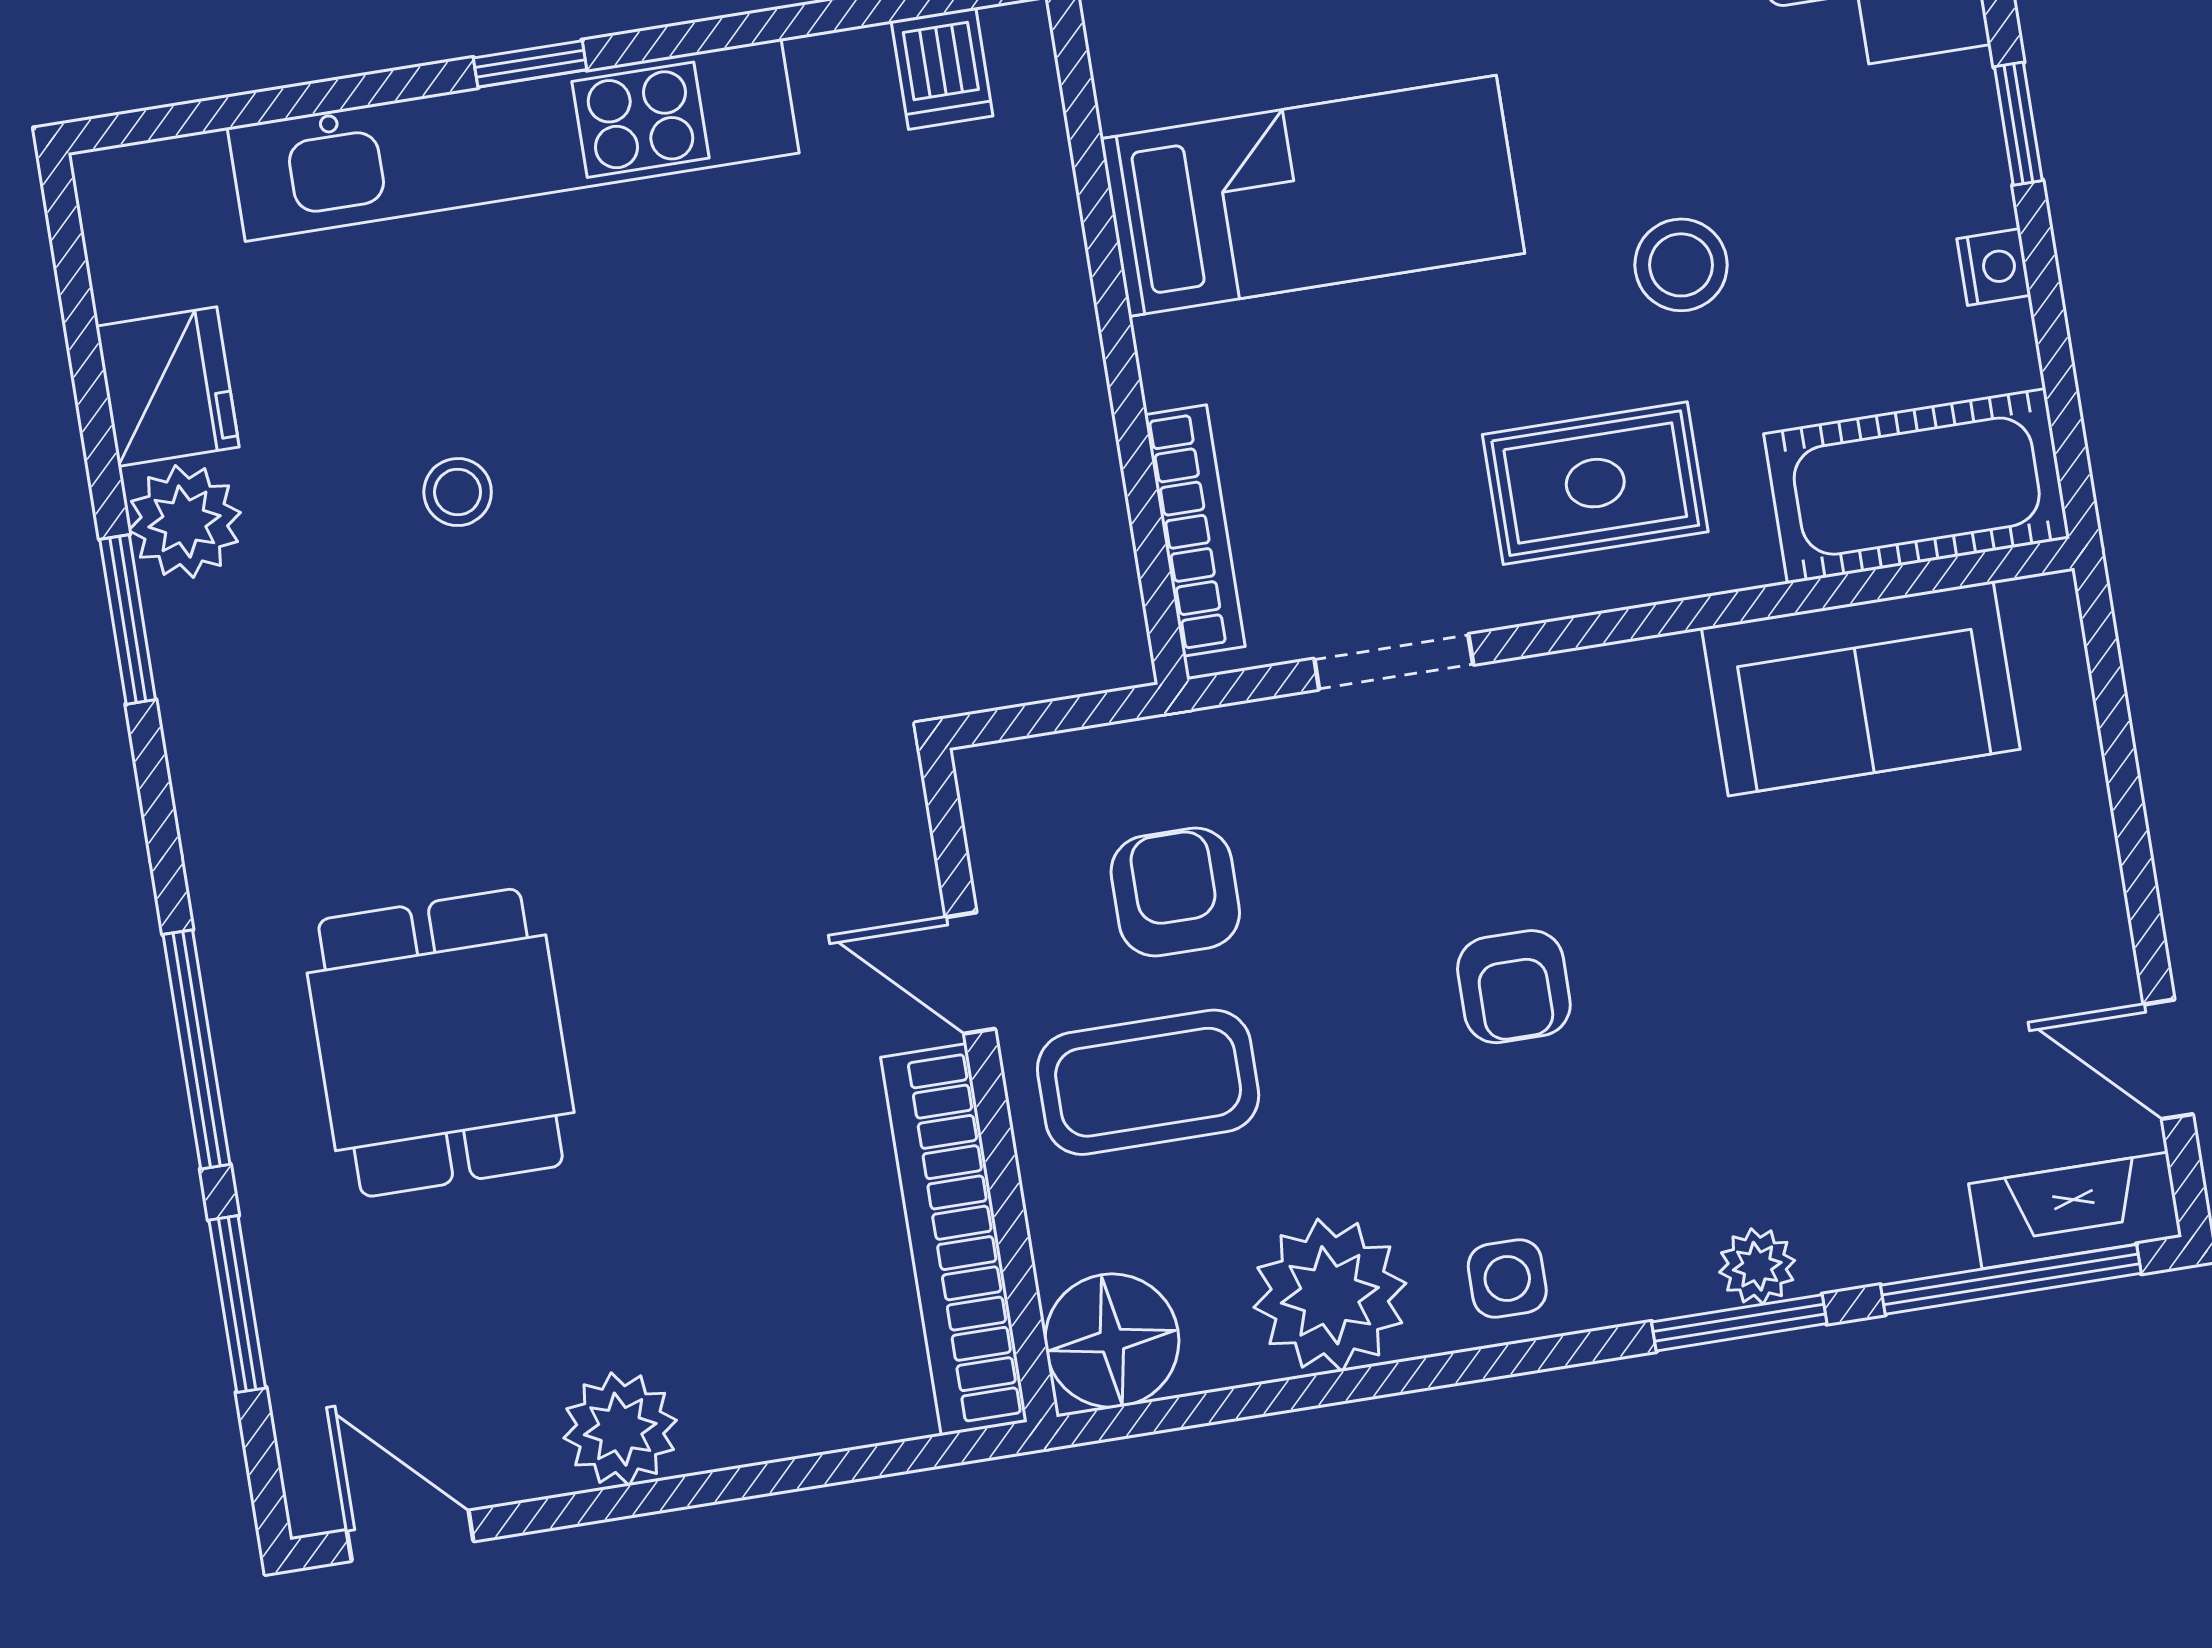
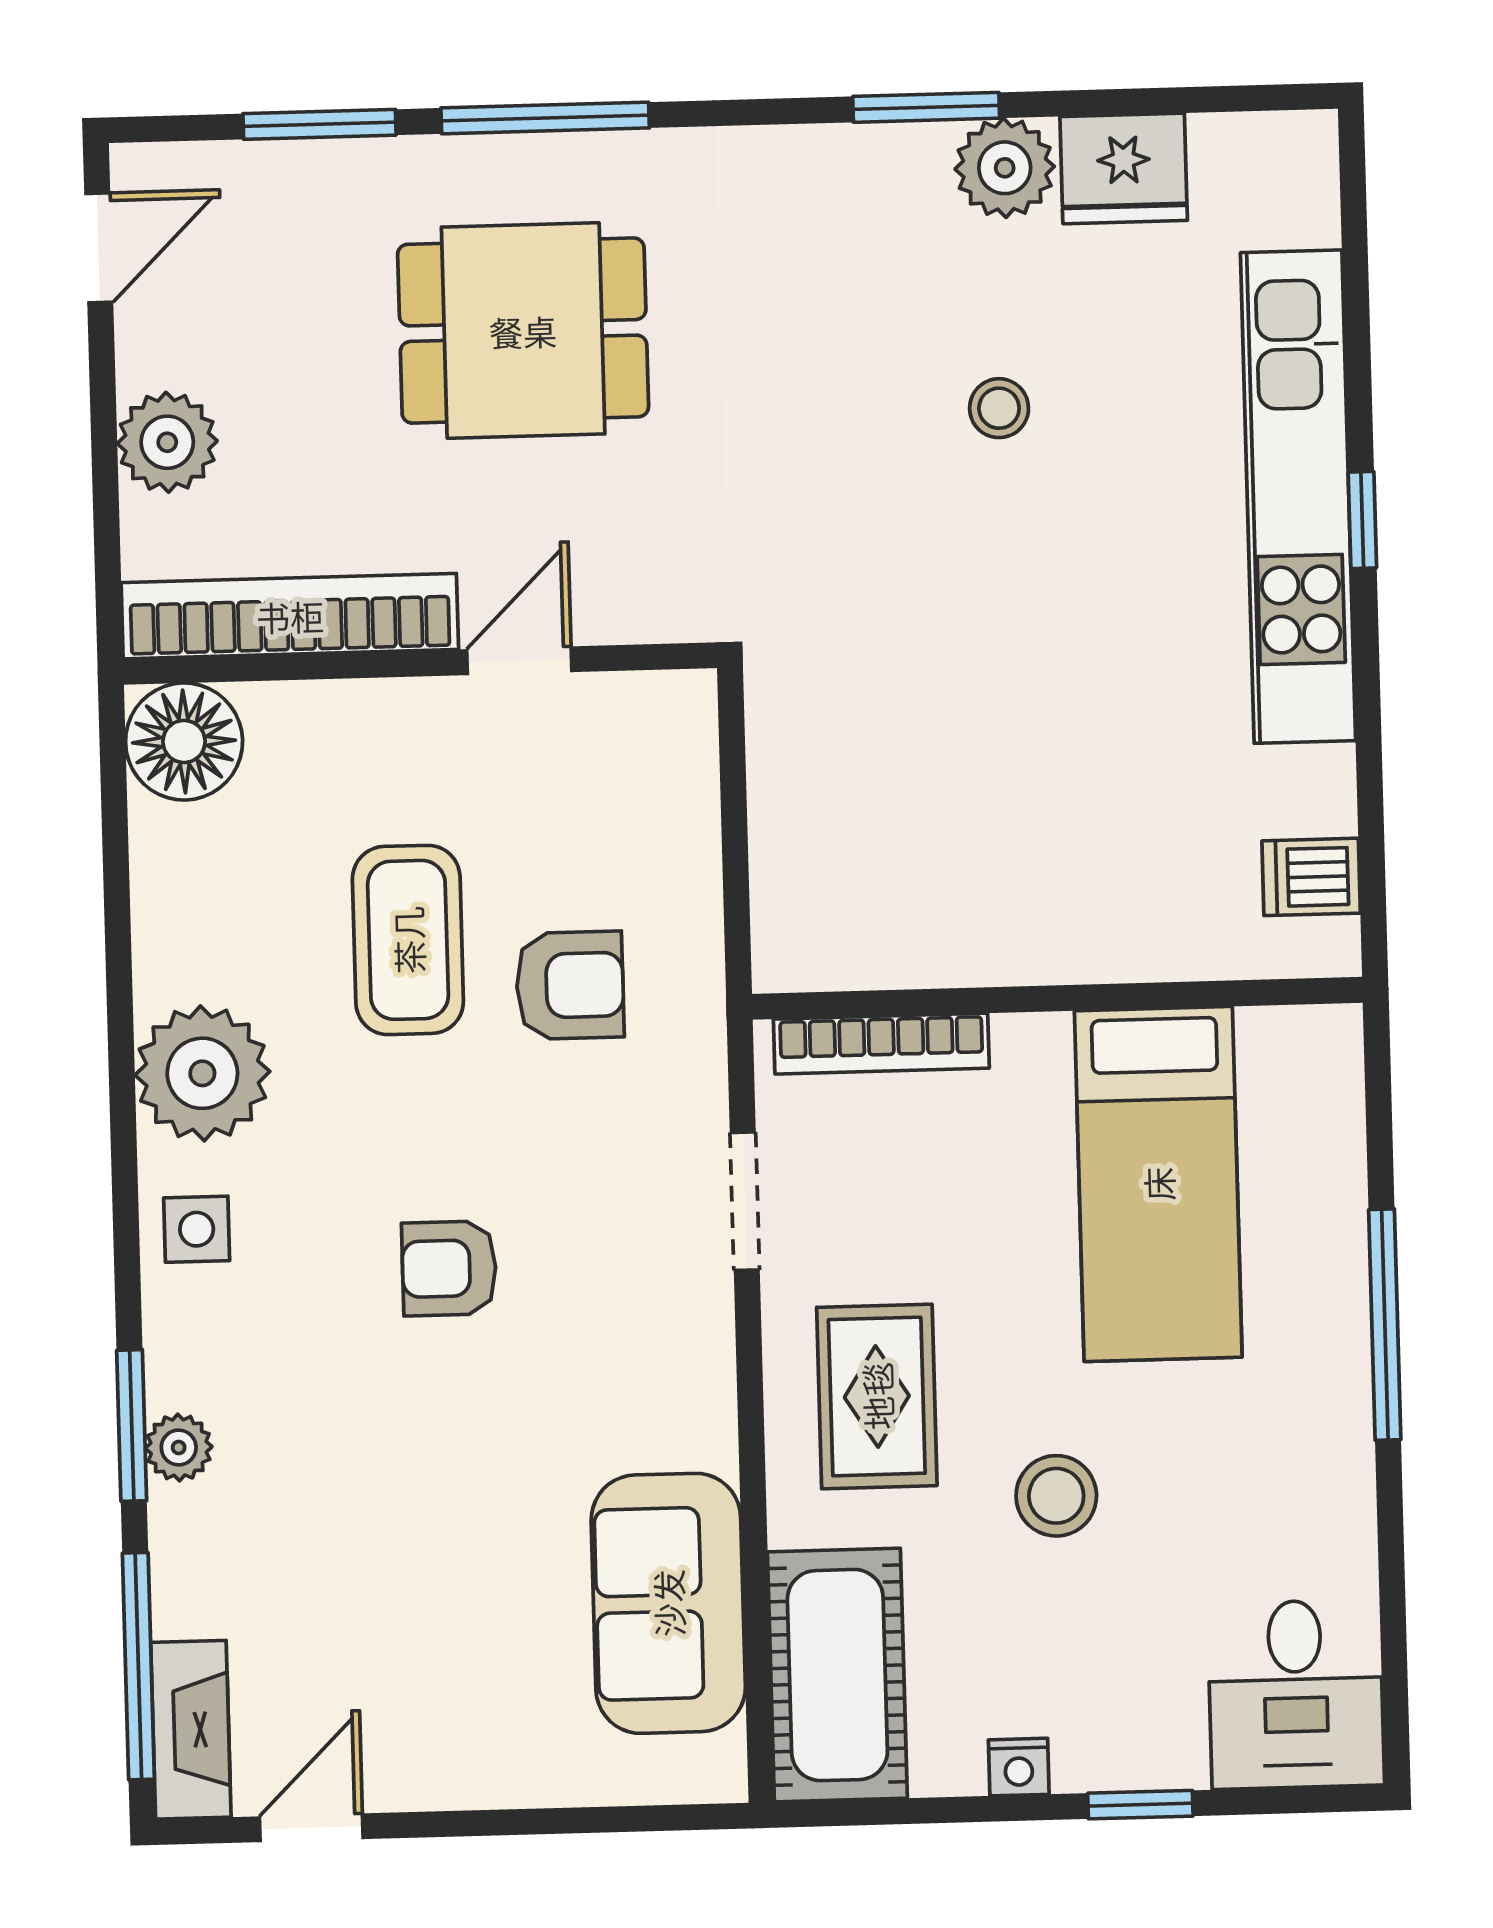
door: (970, 973) -> (519, 661), moved
wall: (988, 1085) -> (420, 663), moved
bookcase: (954, 1240) -> (290, 616), moved
floor lamp: (1112, 1341) -> (184, 741), moved

